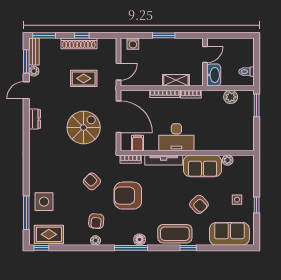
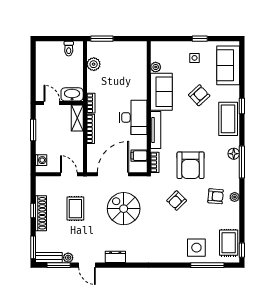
door: (205, 55) -> (52, 103), moved
wall: (205, 62) -> (59, 103), moved
washbasin: (214, 75) -> (72, 94), moved

